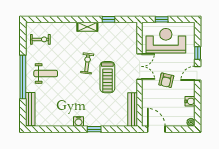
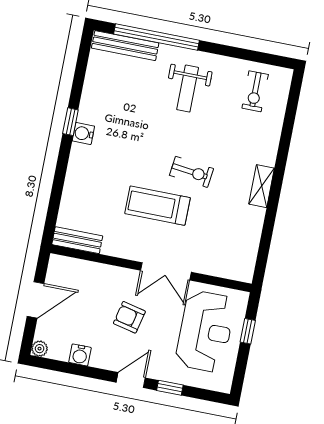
window: (108, 19) -> (268, 229), removed
door: (198, 73) -> (131, 380), hinge flipped
window: (23, 77) -> (157, 37), moved
bench: (133, 110) -> (77, 240), width x0.73
window: (94, 129) -> (70, 122), moved
door: (156, 129) -> (36, 300), moved

